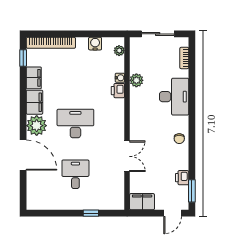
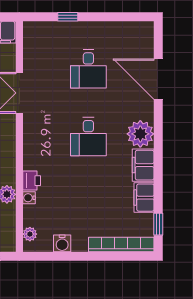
desk: (75, 124) -> (88, 137), width x0.73
door: (23, 155) -> (158, 79), moved

